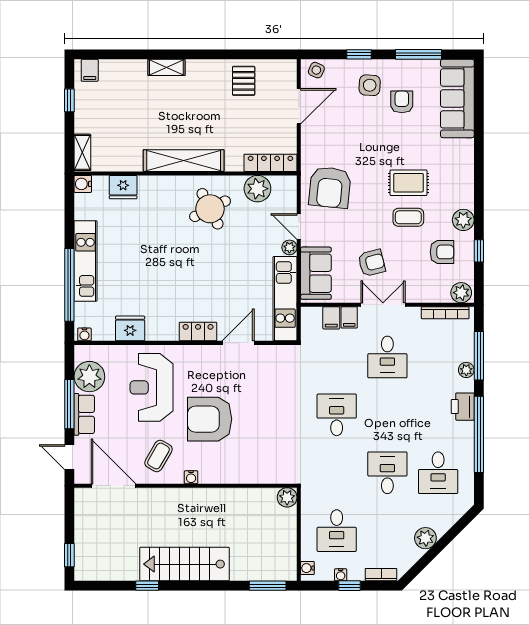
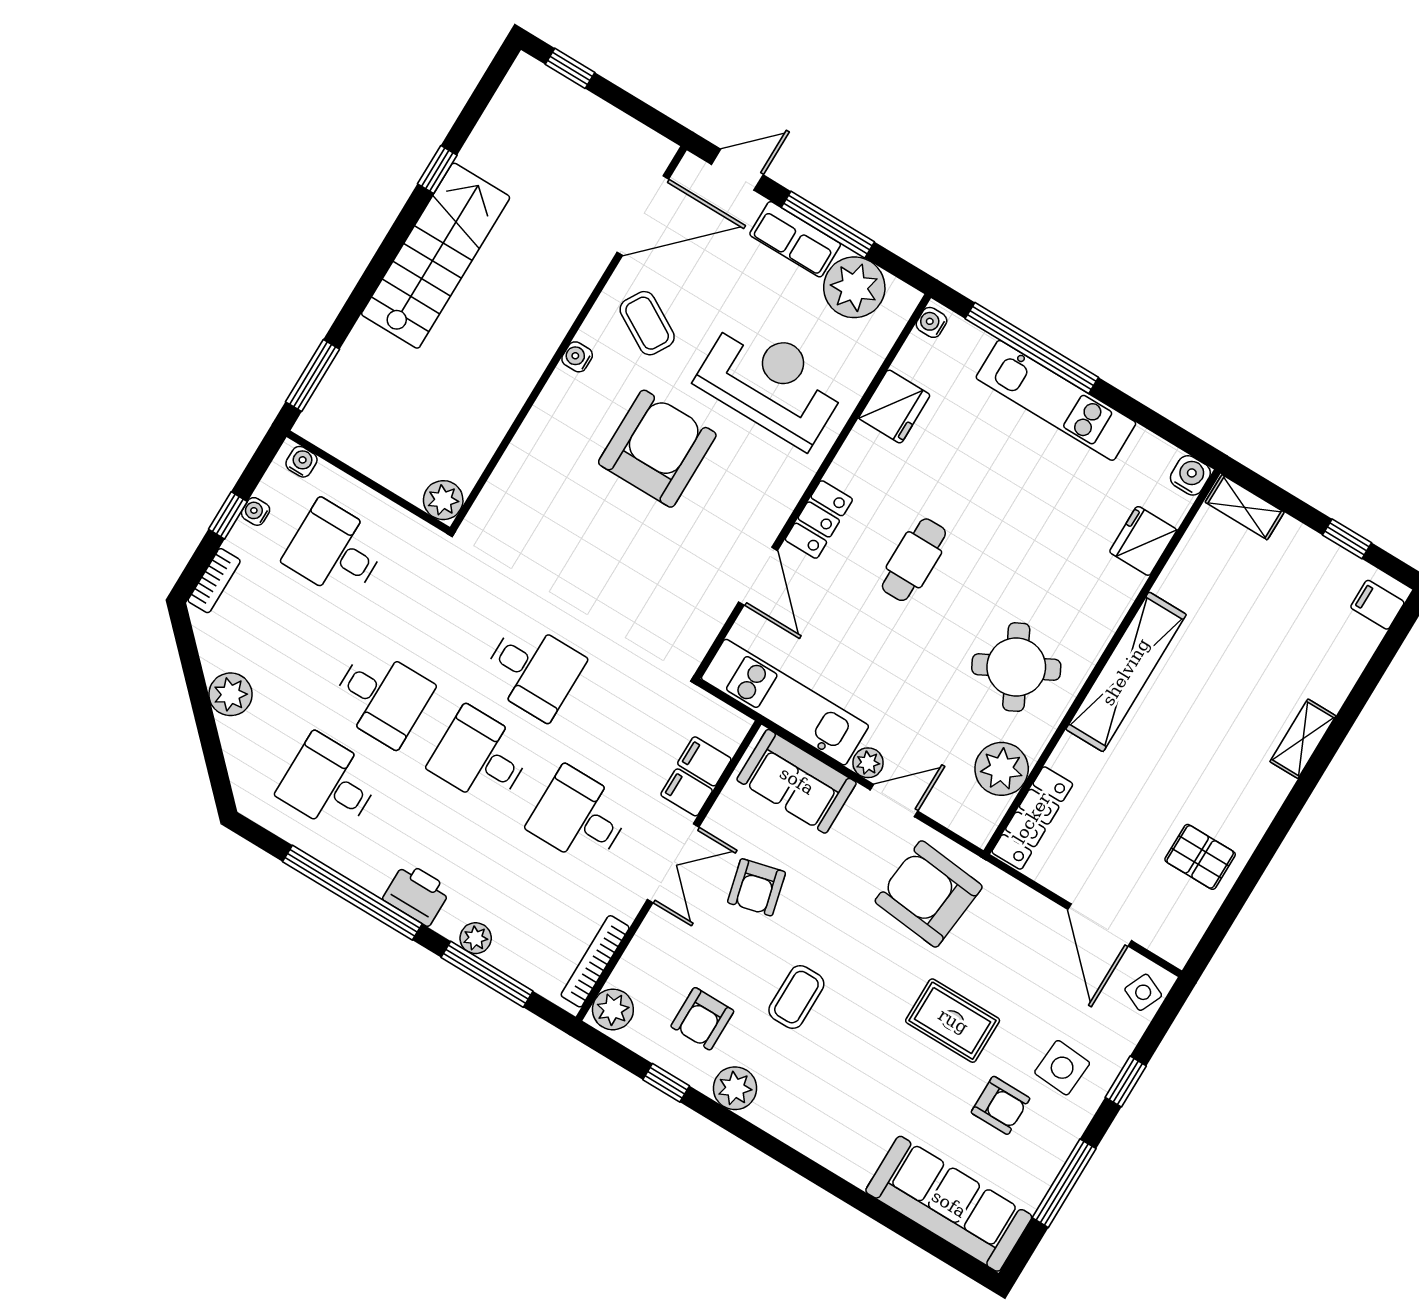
rug: (409, 183) -> (953, 1021), moved, turned 90
cafe table: (191, 280) -> (914, 560), added
desk: (387, 415) -> (480, 757), added

